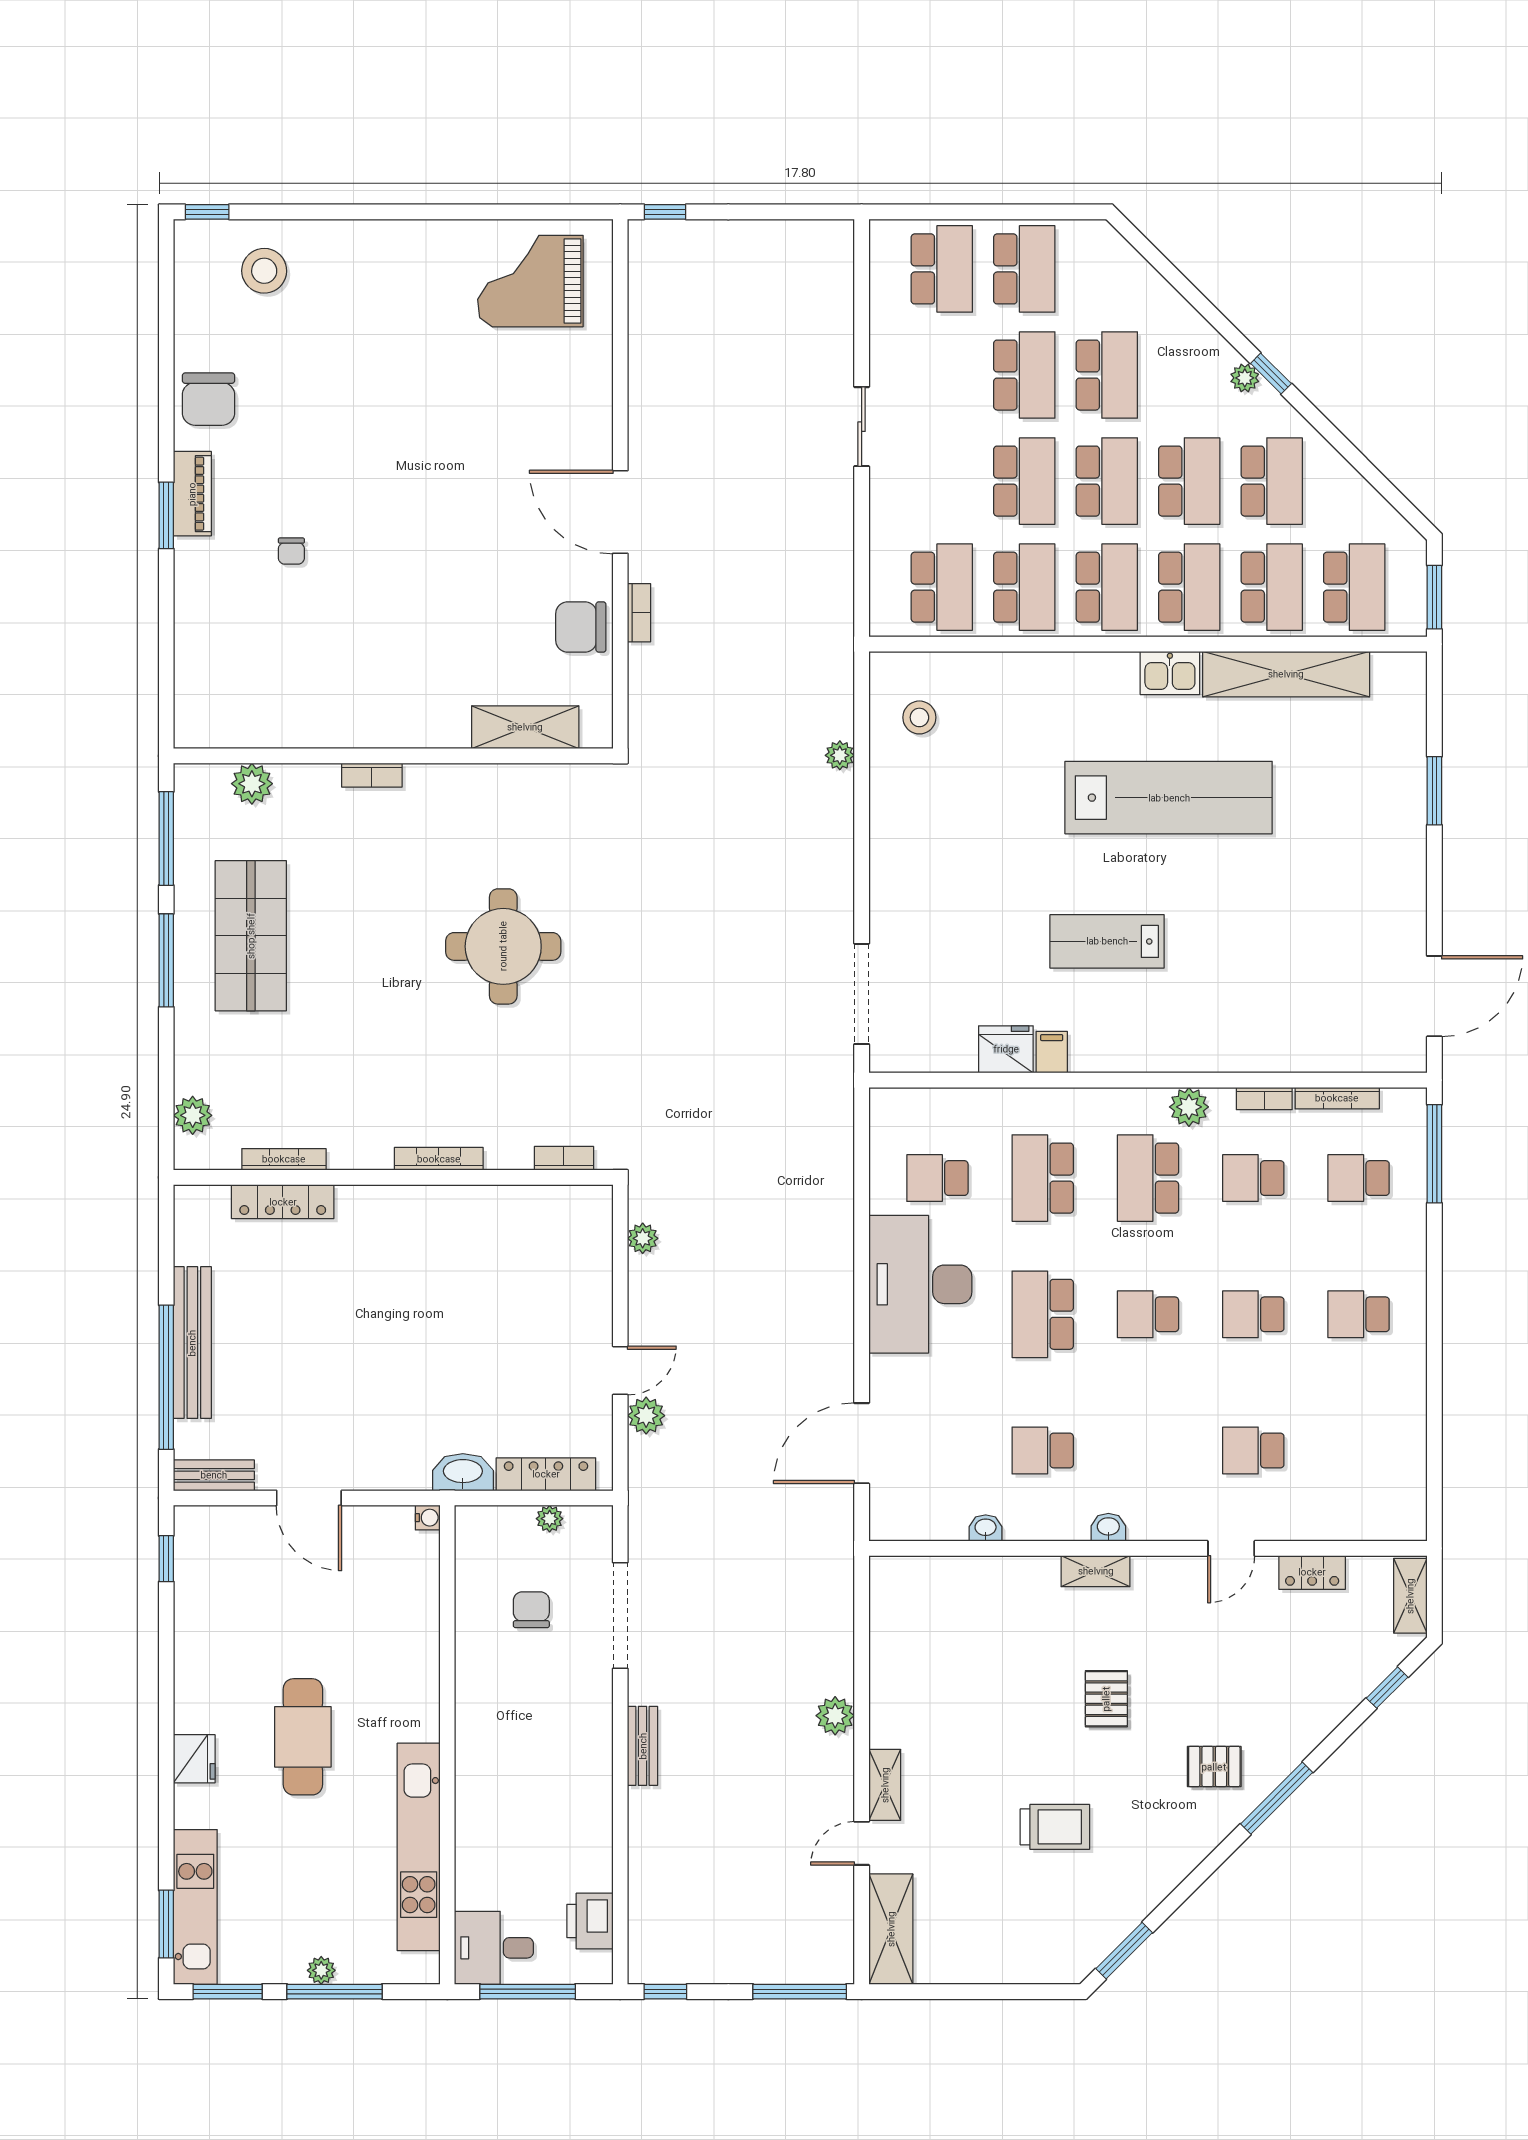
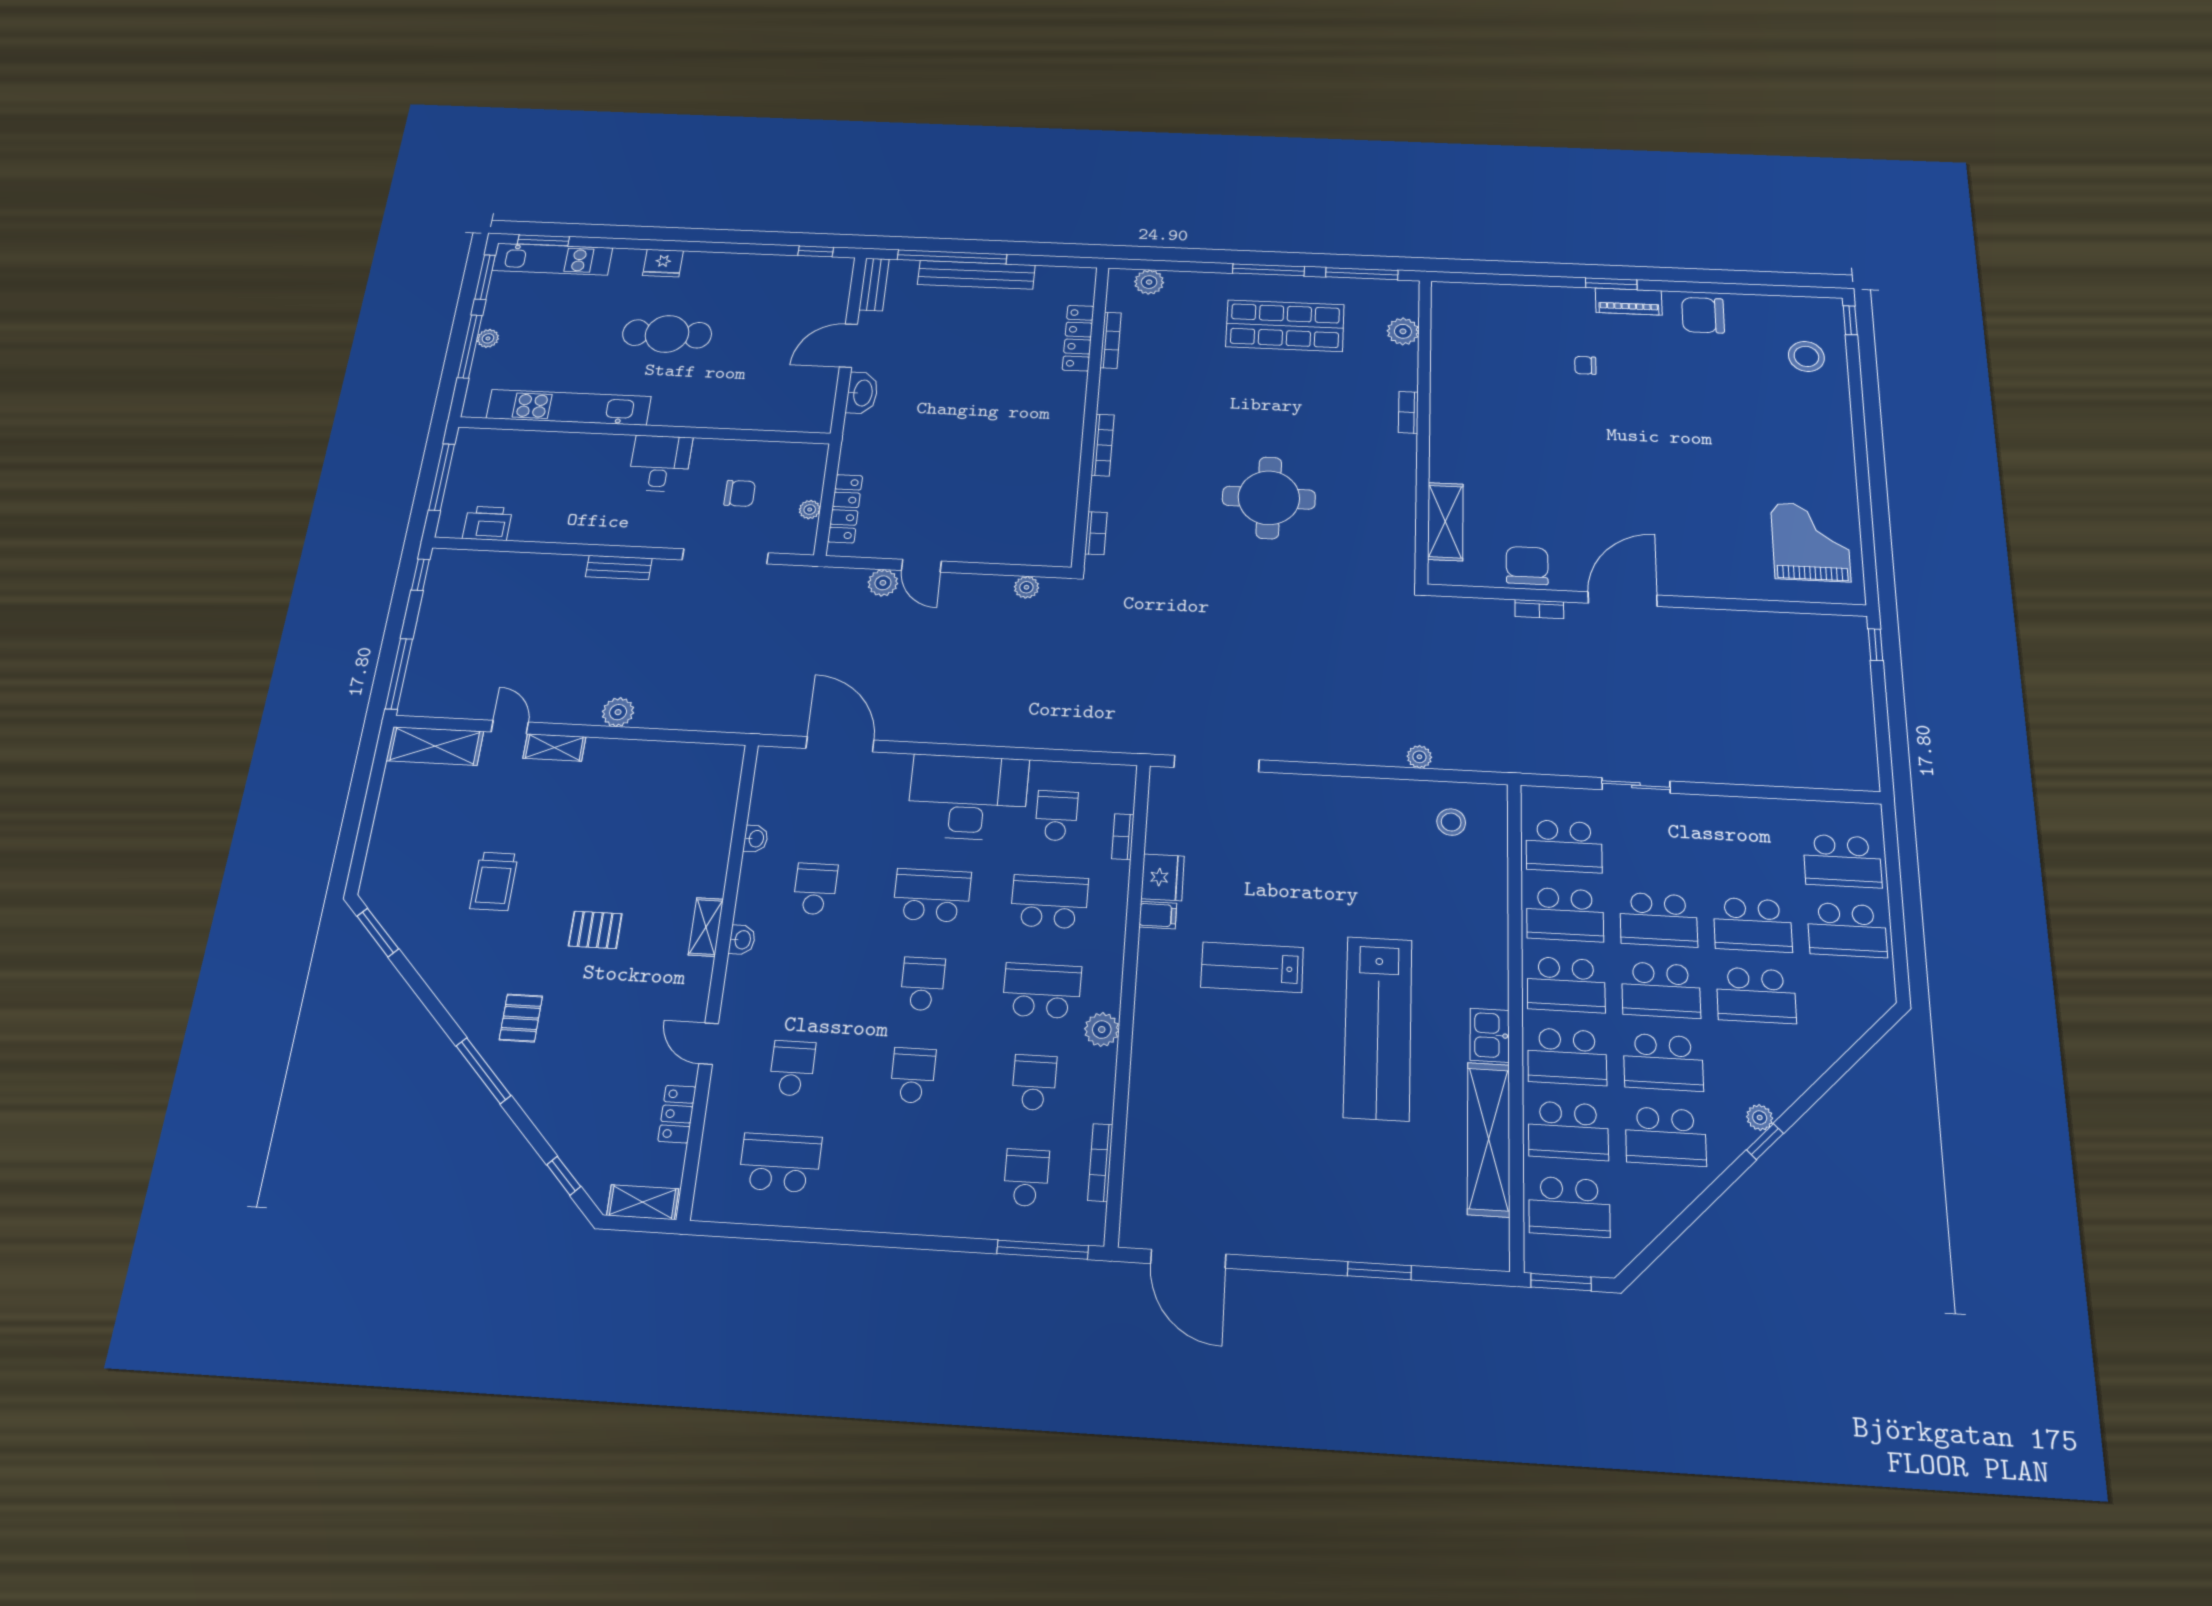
sliding door: (862, 427) -> (1636, 785), moved
lab bench: (1107, 941) -> (1252, 967), turned -90
bookcase: (1264, 1098) -> (1123, 837), moved
school desk: (1359, 1314) -> (780, 1163), moved, width x1.85
washbasin: (463, 1472) -> (862, 393), moved
water cooler: (428, 1518) -> (822, 425), removed
desk: (494, 1948) -> (660, 463), moved

